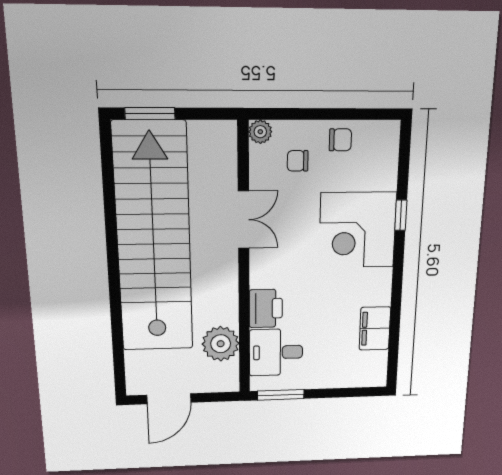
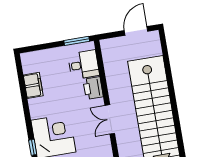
double door: (244, 220) -> (110, 119), moved
plant: (221, 344) -> (113, 66), removed

